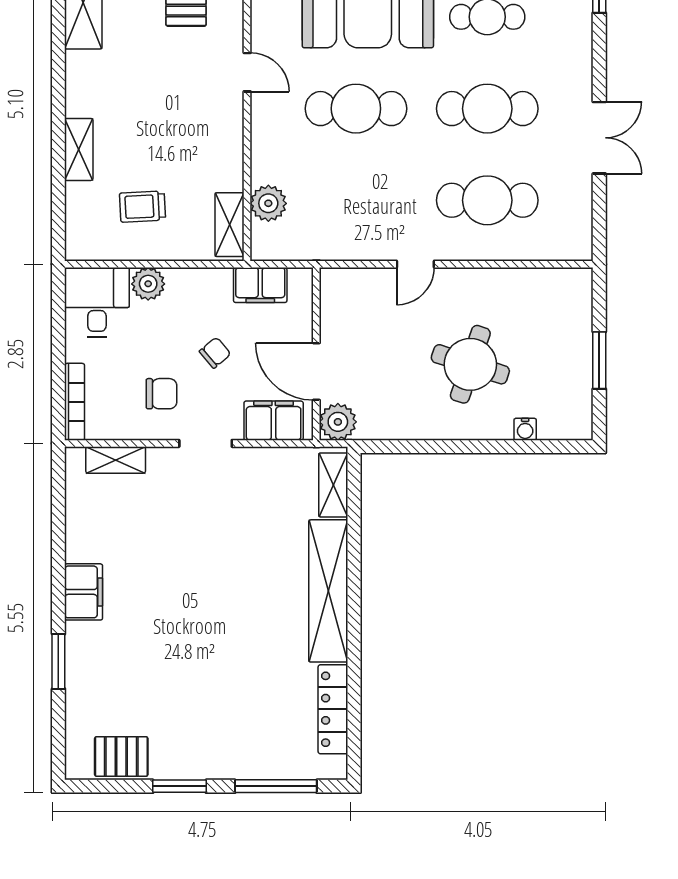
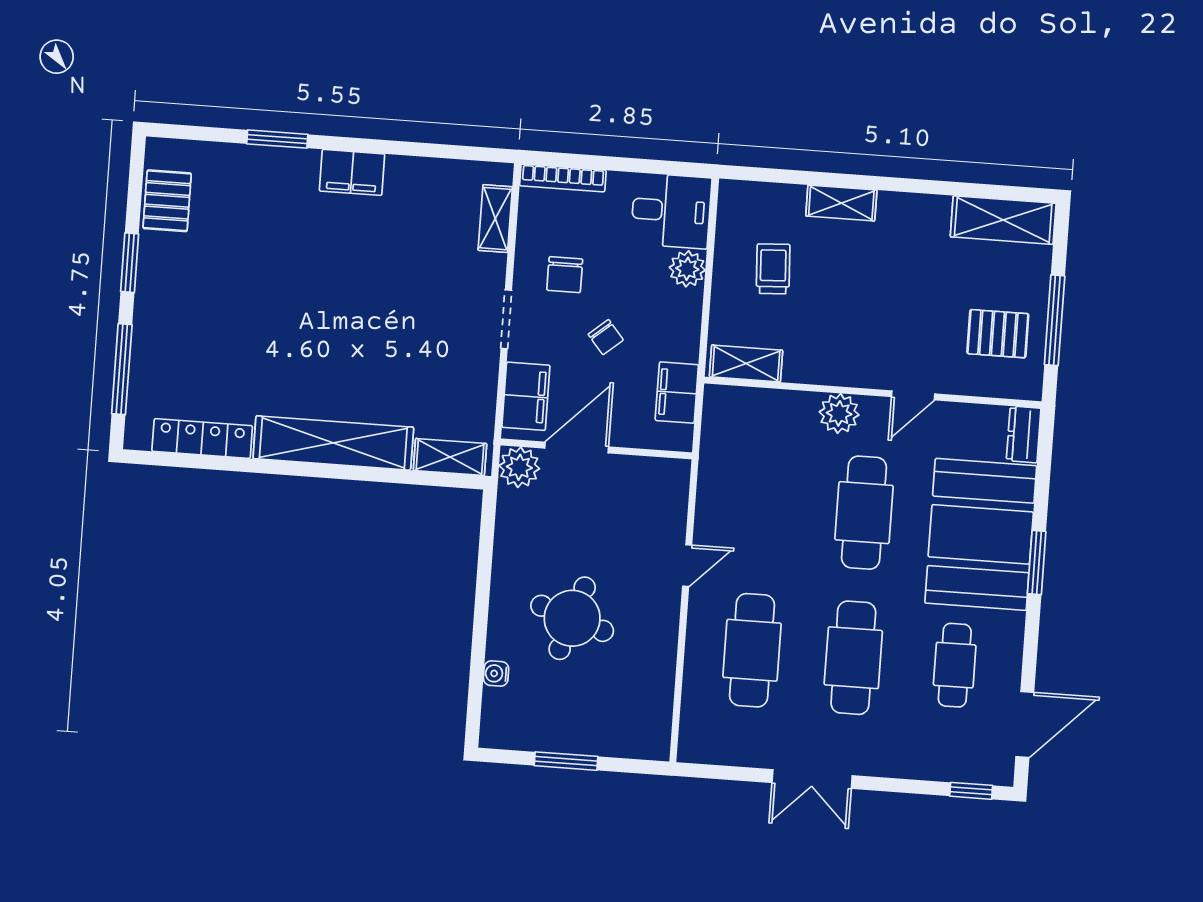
plant: (268, 203) -> (839, 413), moved
door: (415, 264) -> (687, 566), swing flipped

